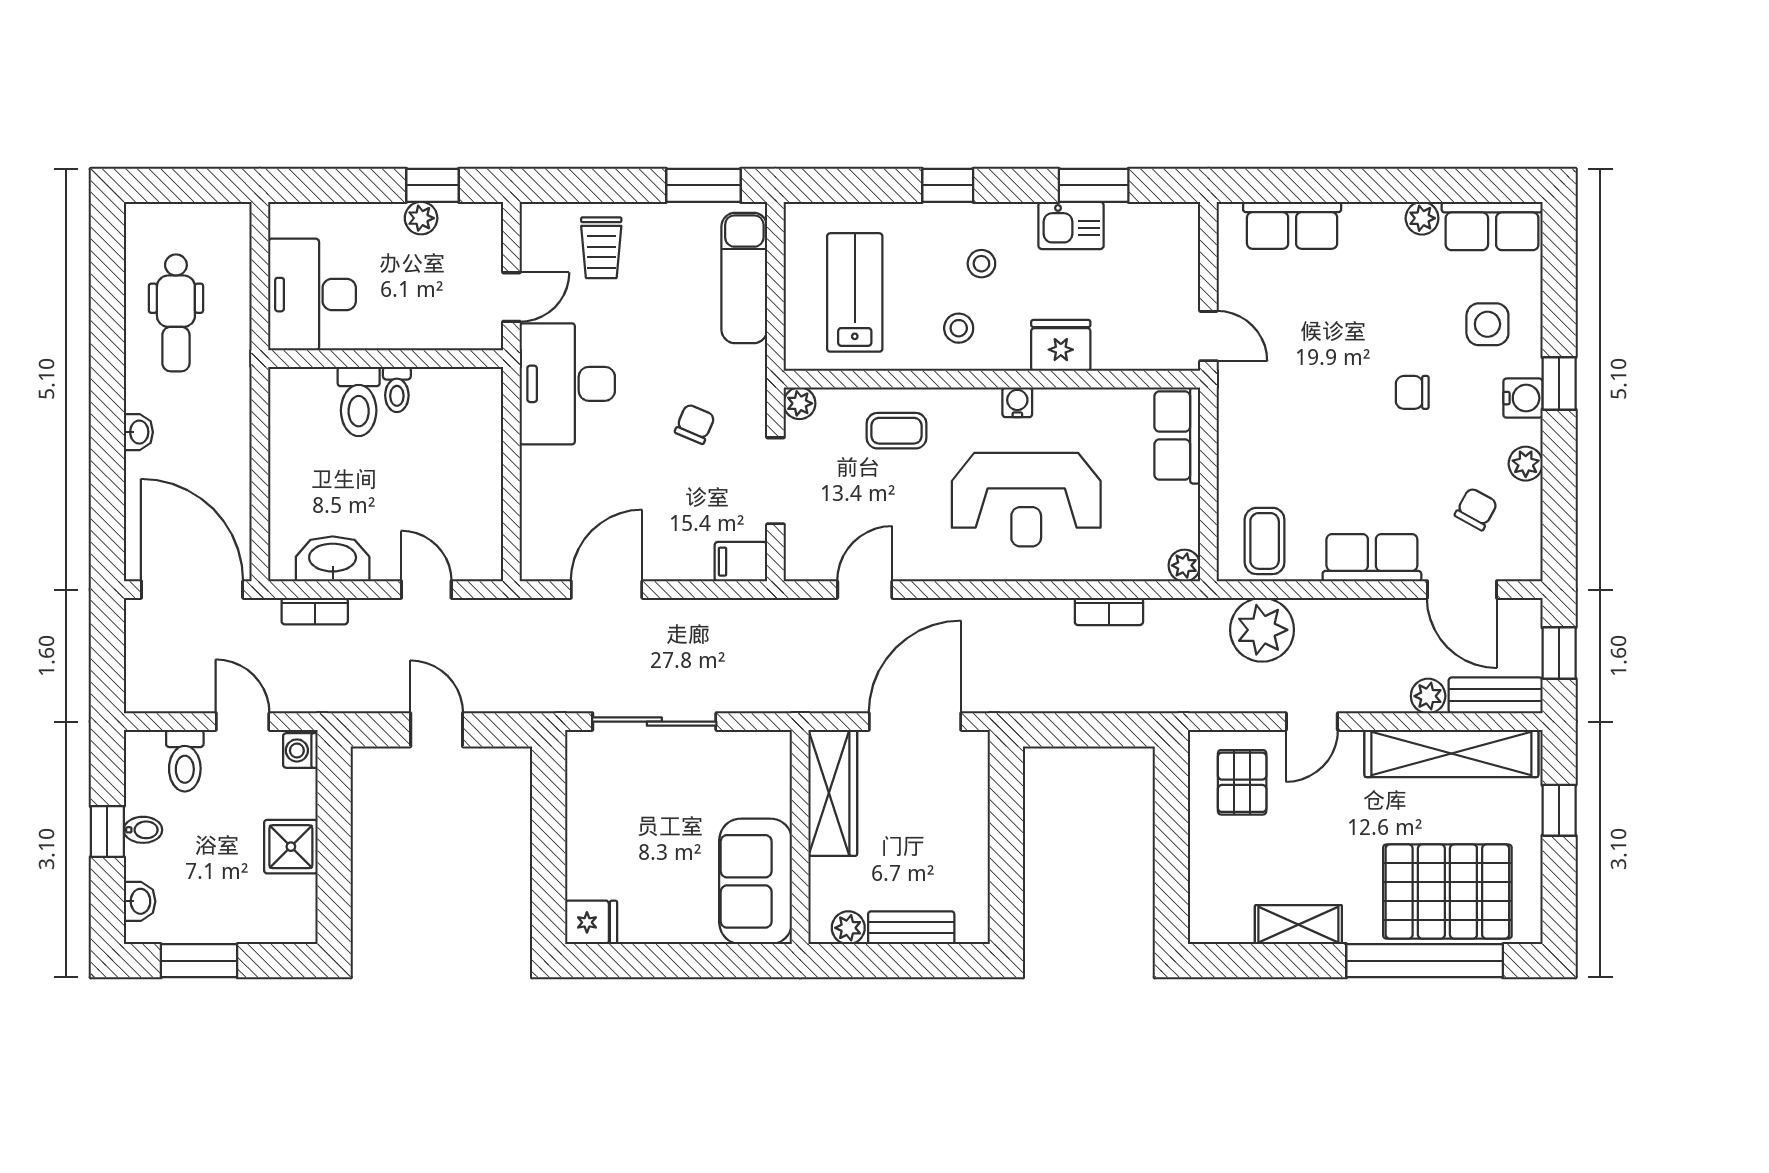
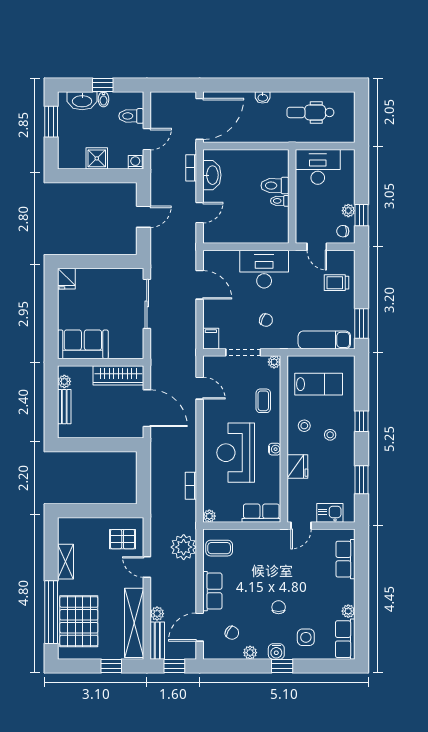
kitchen sink: (1071, 225) -> (330, 513), moved, turned 90
chair: (473, 232) -> (343, 231), added
desk: (567, 384) -> (264, 269), moved
washbasin: (140, 901) -> (82, 101), width x1.91, depth x1.45

